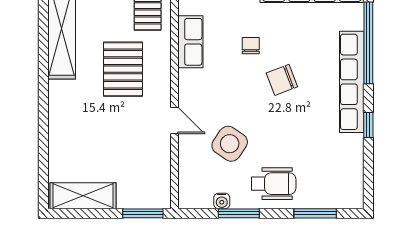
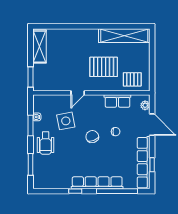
chair: (282, 80) -> (92, 137), moved
side table: (230, 144) -> (66, 121), turned 45

